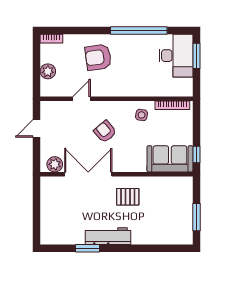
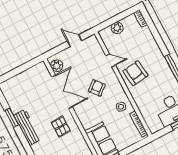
armchair: (98, 57) -> (135, 73), moved

